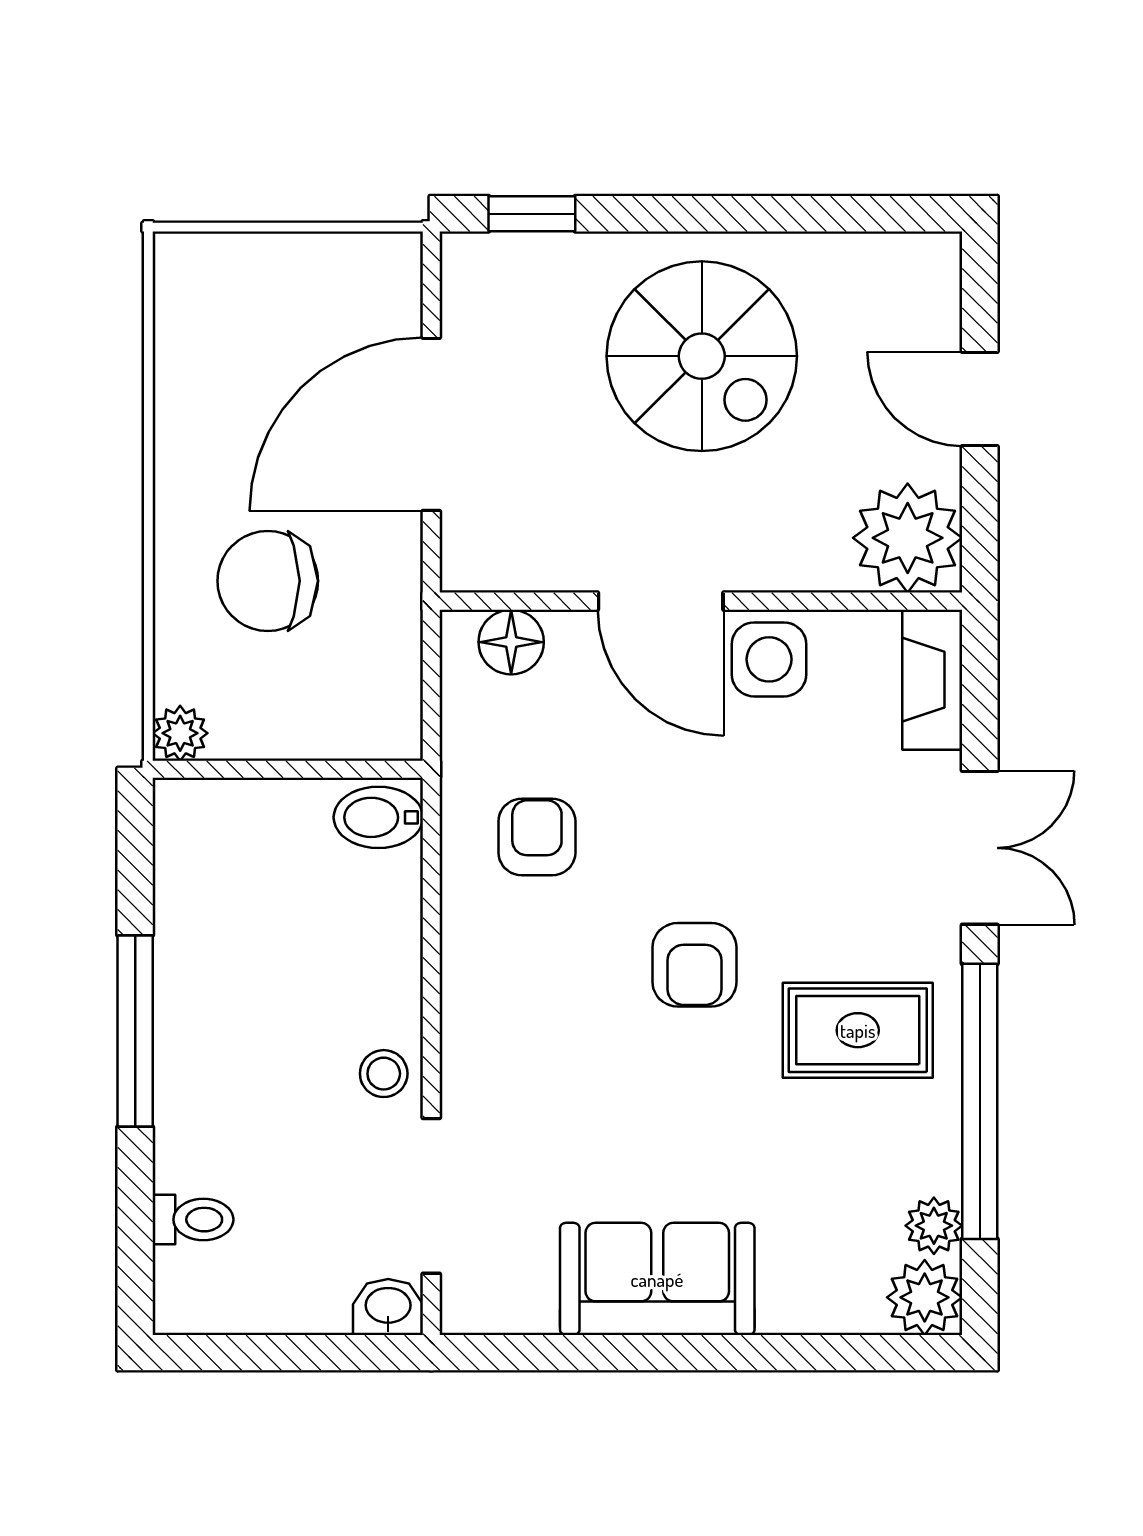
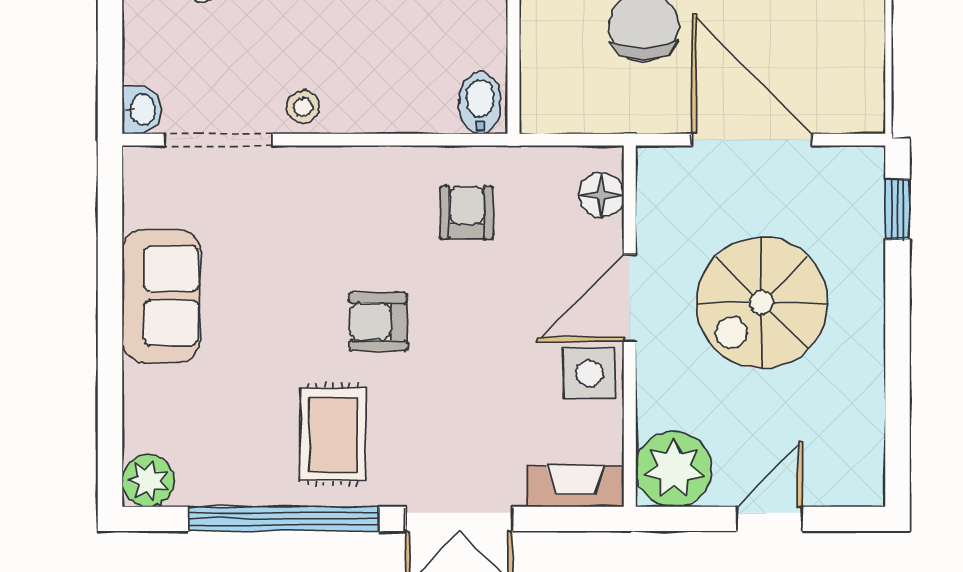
spiral stairs: (702, 356) -> (762, 303), moved
armchair: (537, 837) -> (467, 213), turned -90
plant: (934, 1226) -> (198, 487), removed

